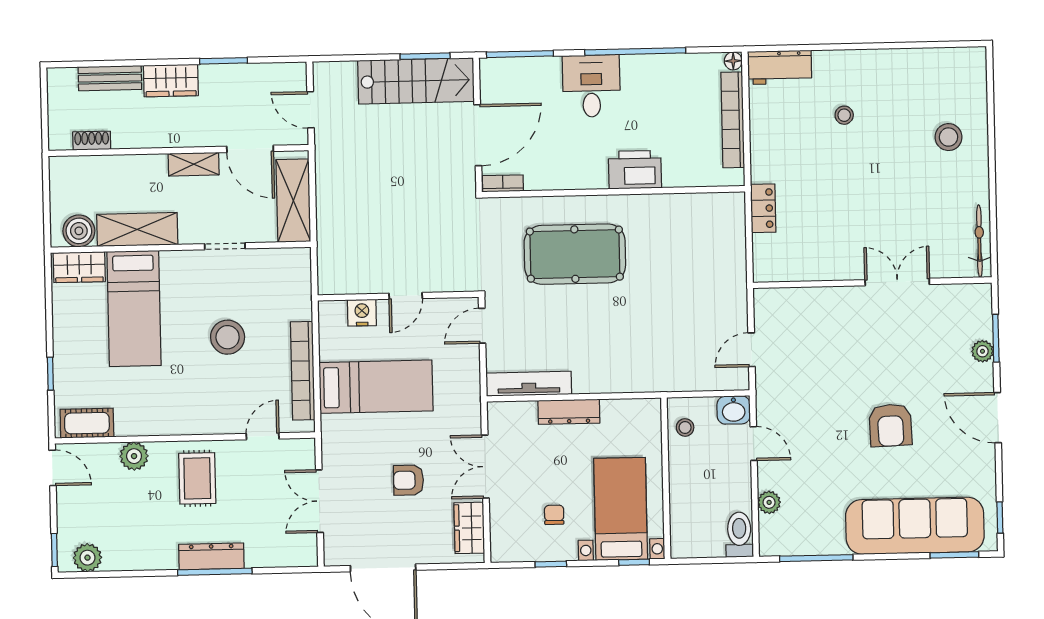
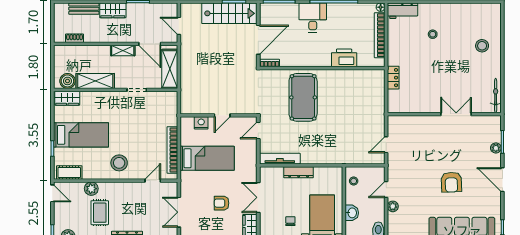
printer: (635, 170) -> (344, 58), moved
pool table: (575, 254) -> (303, 97), turned 90
bed: (134, 308) -> (81, 135), moved, turned -90
stool: (228, 337) -> (119, 163), moved
washbasin: (734, 410) -> (352, 213), moved, turned -90
door: (754, 444) -> (386, 189), swing flipped
rug: (197, 478) -> (100, 213), moved
plant: (769, 502) -> (393, 206), moved

